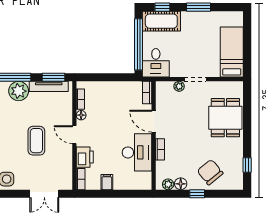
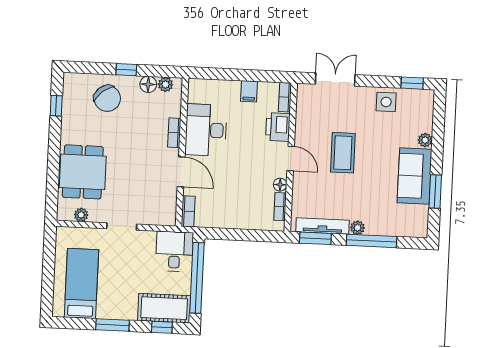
bed: (232, 52) -> (81, 283), moved, turned 180
plant: (179, 86) -> (81, 215), moved
plant: (19, 91) -> (357, 228), width x0.53, depth x0.53

